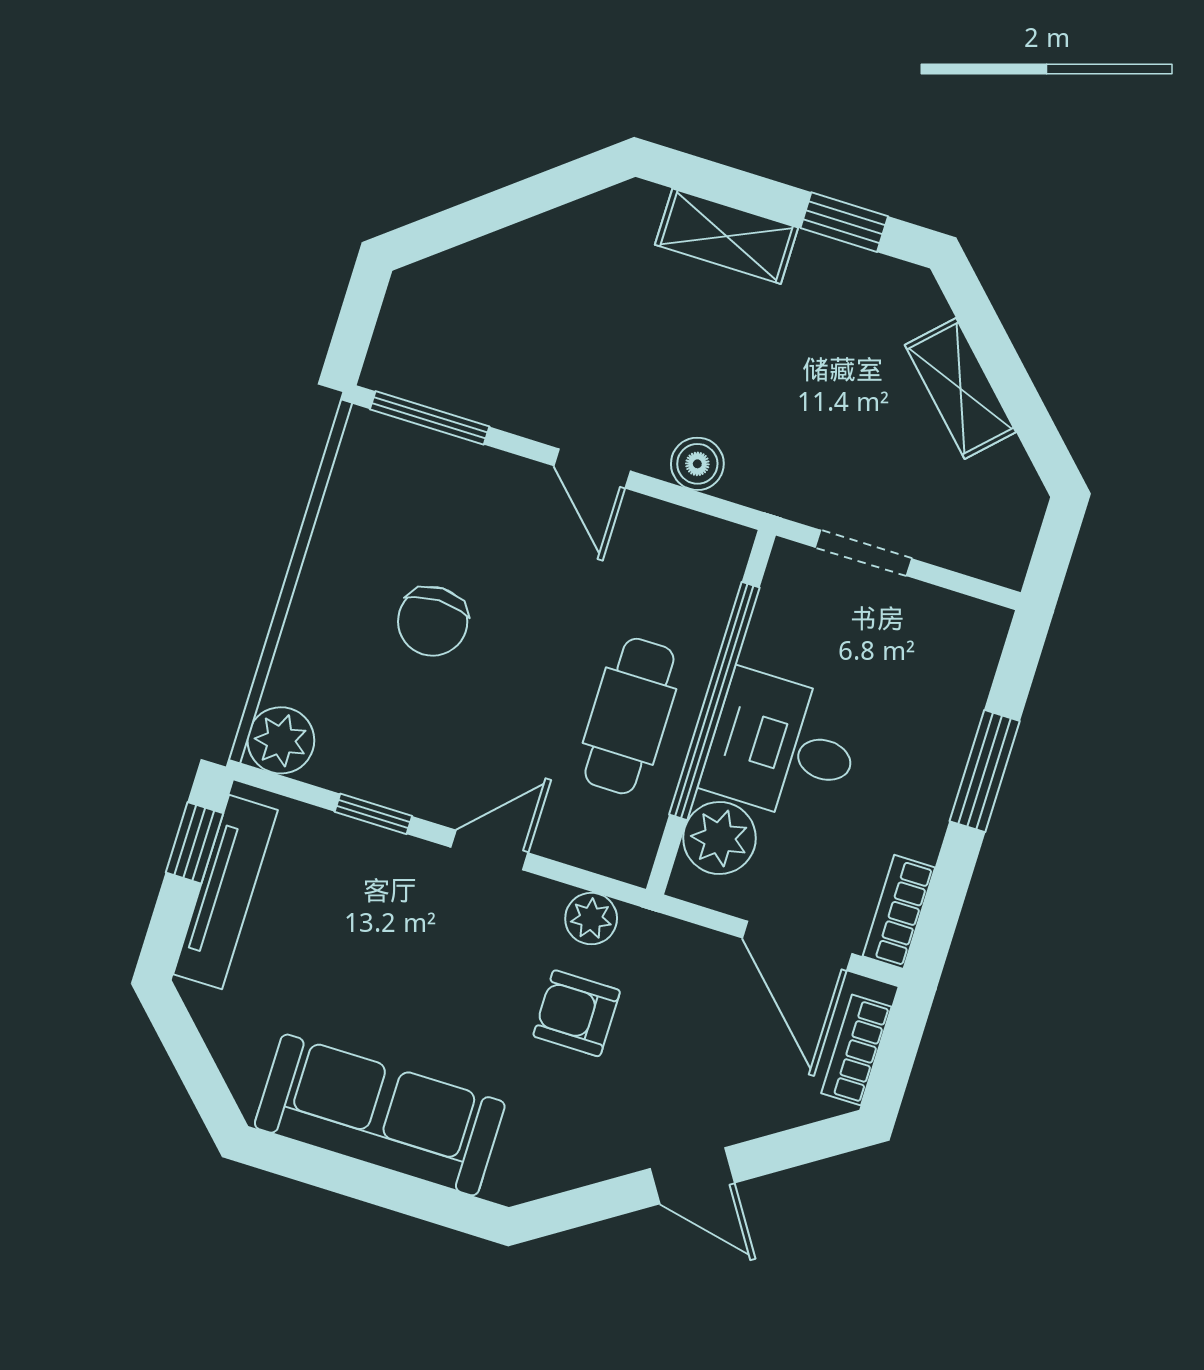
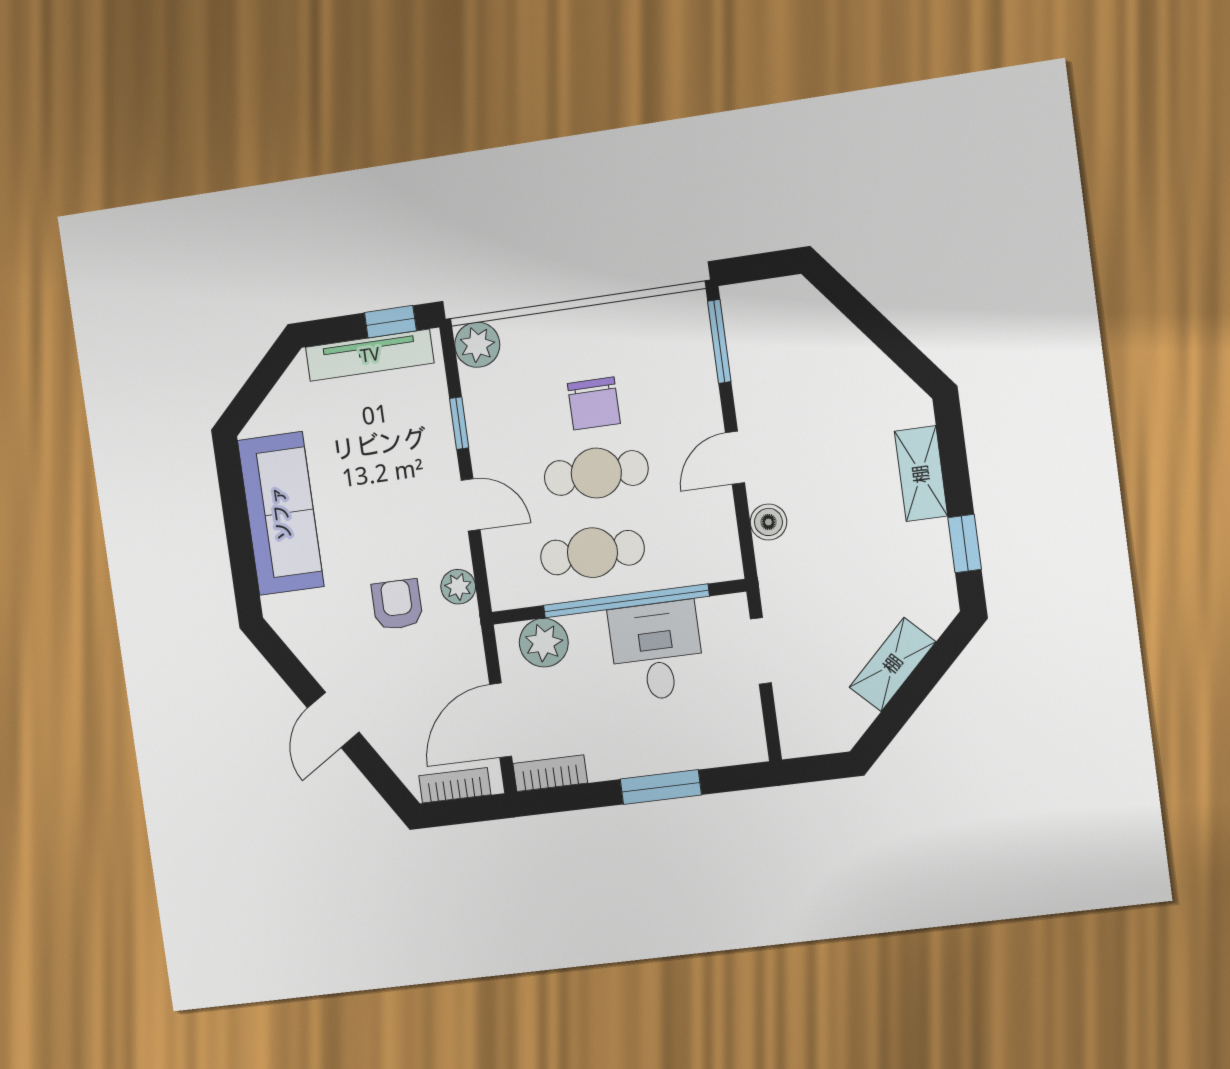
chair: (433, 621) -> (594, 403), turned -90
cafe table: (526, 661) -> (596, 473), added
desk: (783, 747) -> (657, 651), moved

